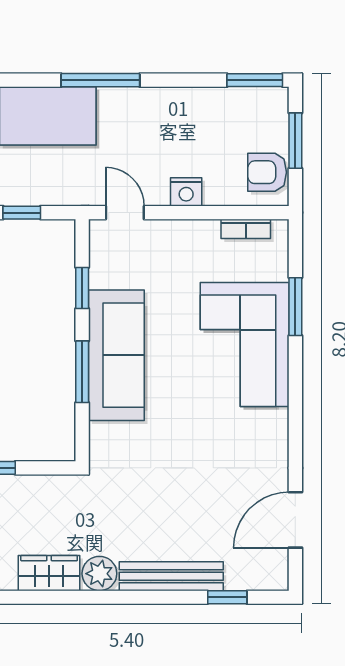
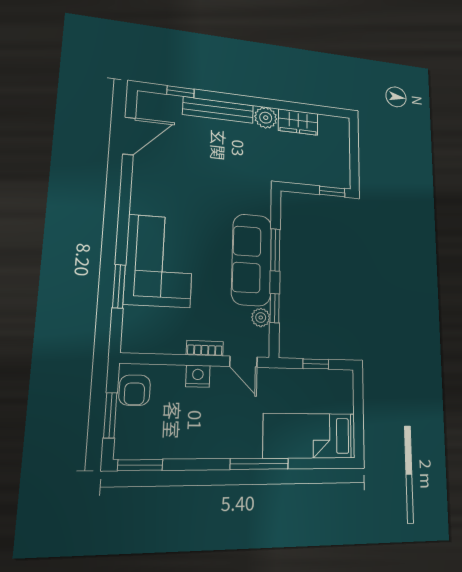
armchair: (267, 172) -> (135, 390), turned 90
bookcase: (246, 229) -> (205, 348), moved
plant: (102, 274) -> (261, 317), added

